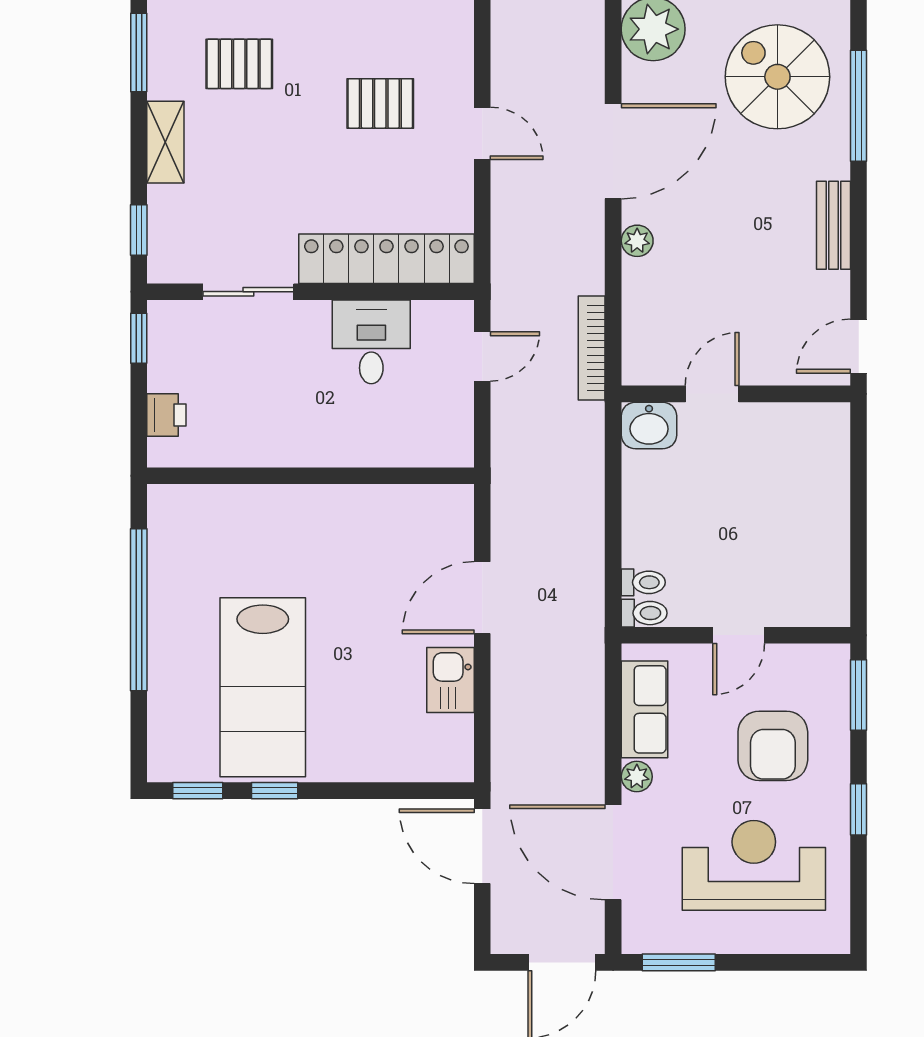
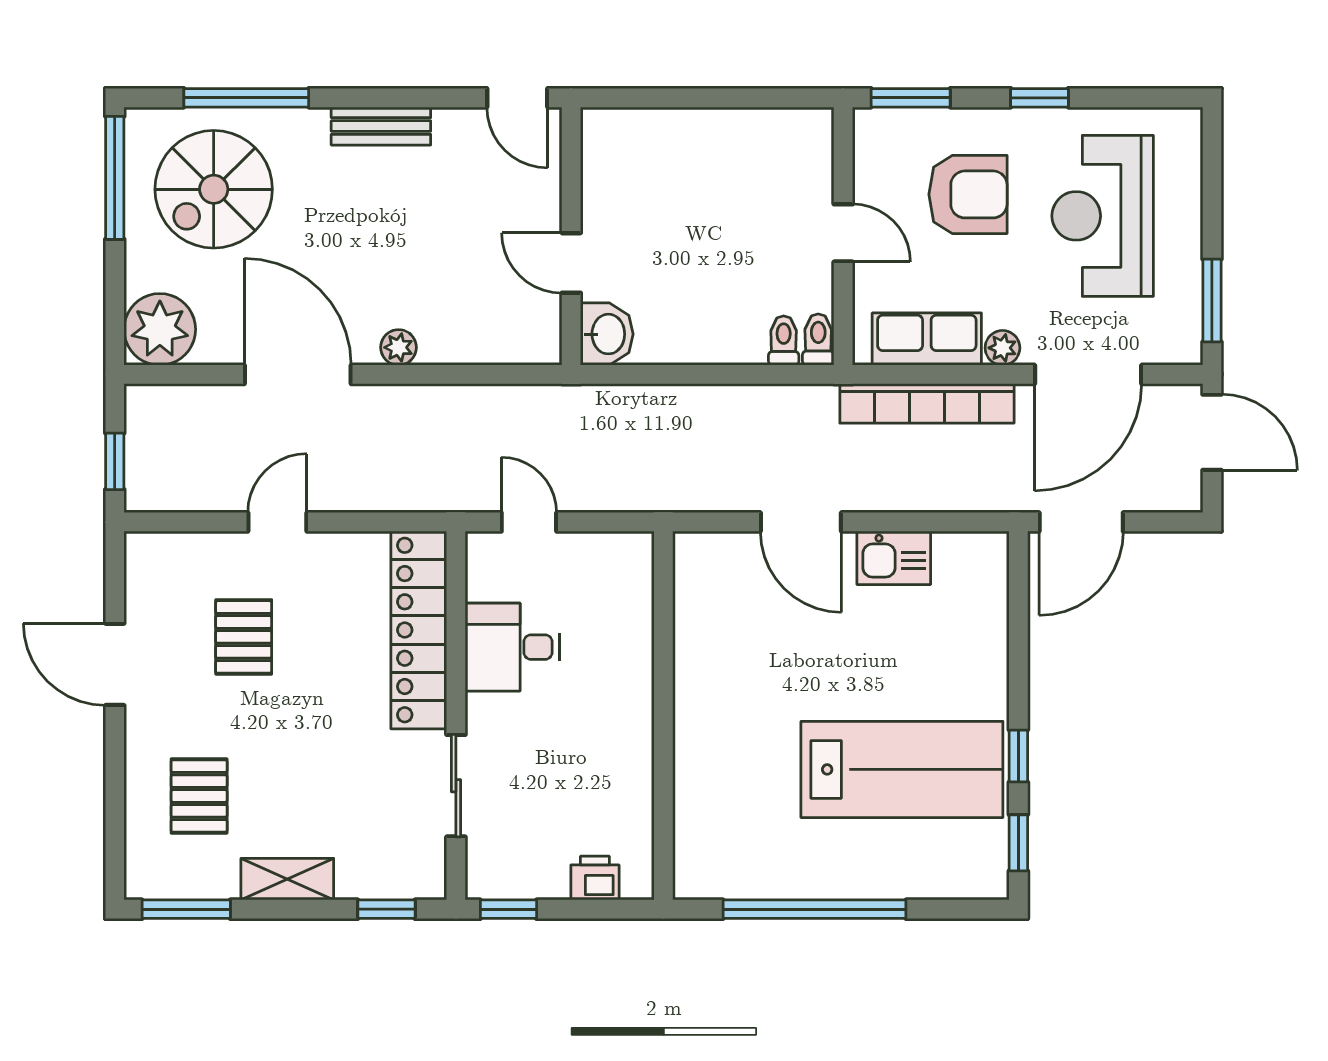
bookcase: (592, 348) -> (927, 403), moved, width x1.48, depth x1.31

